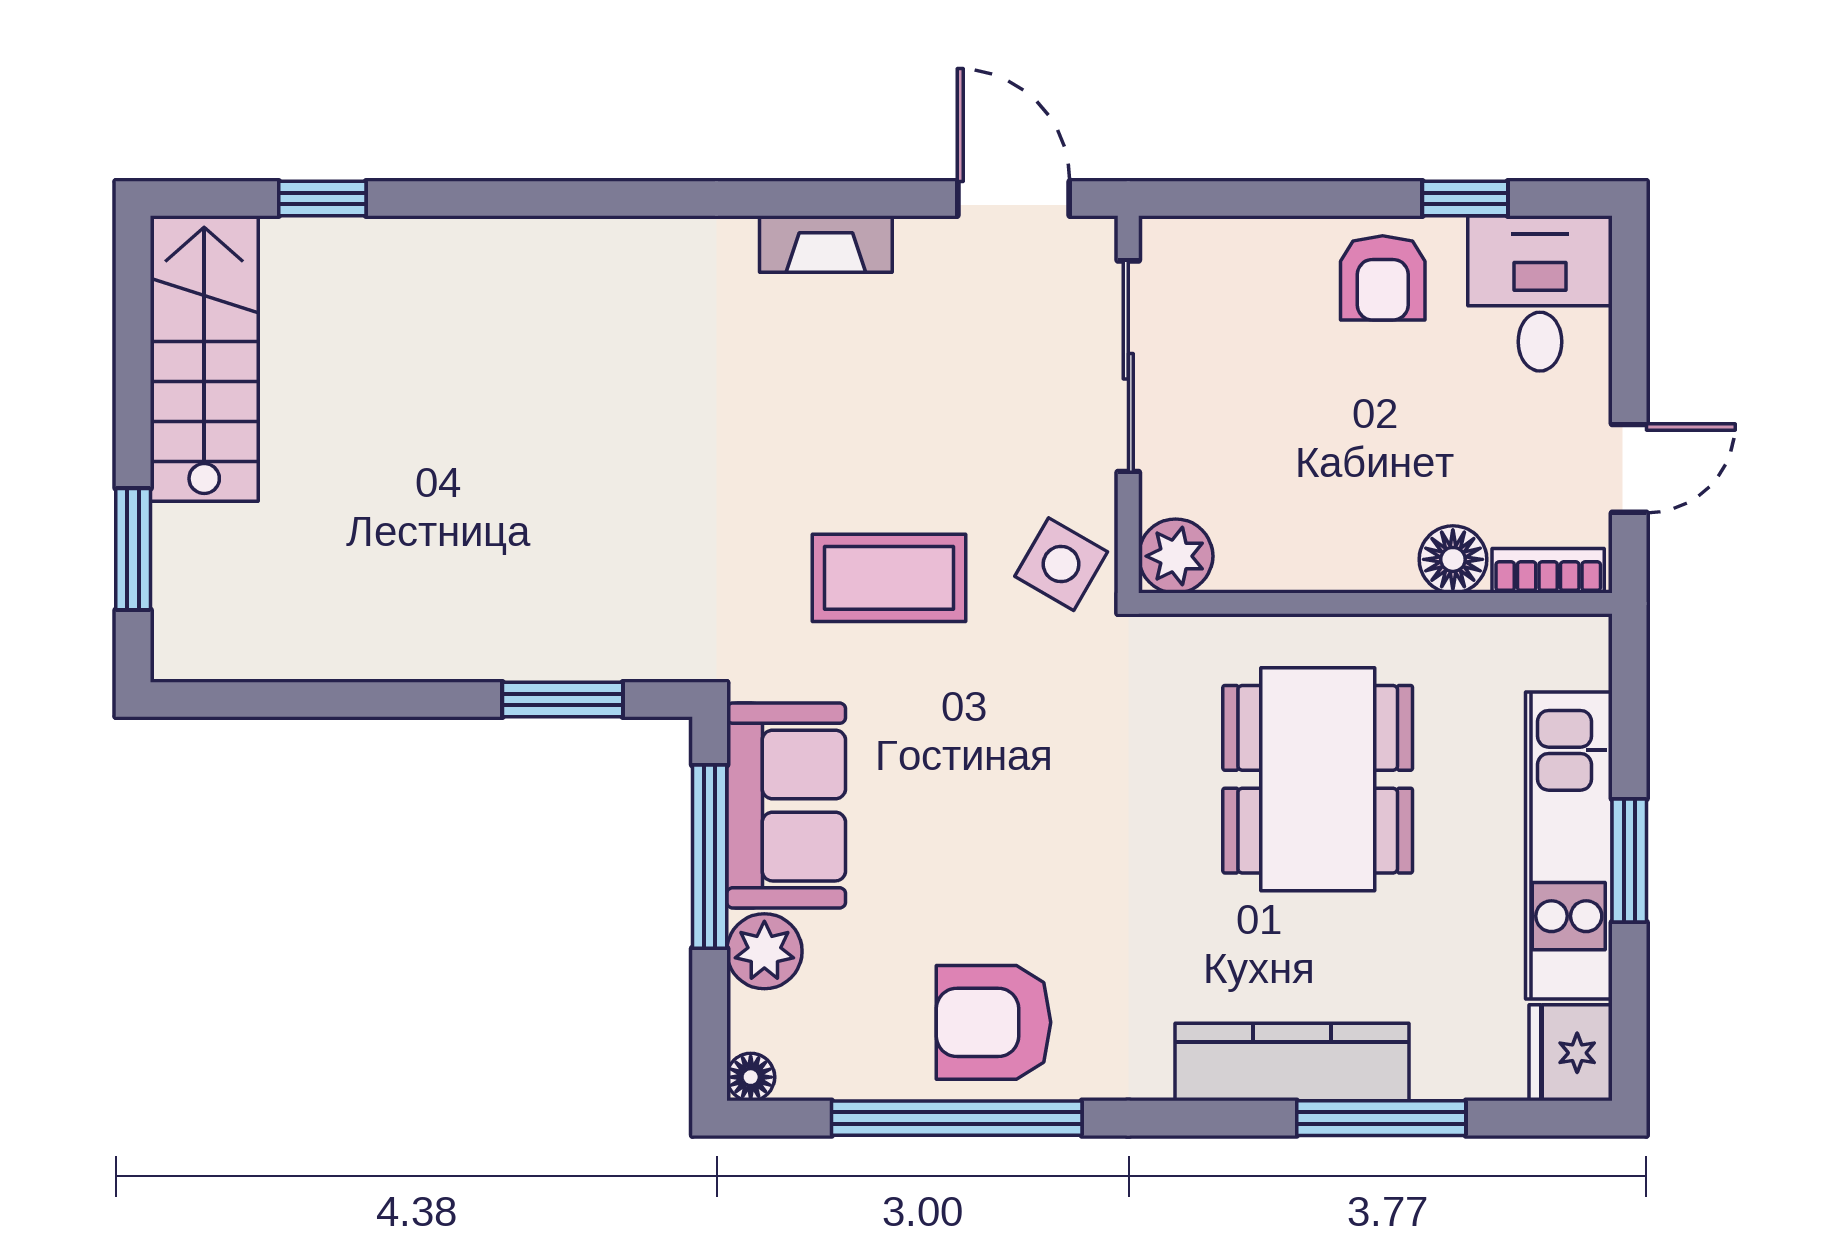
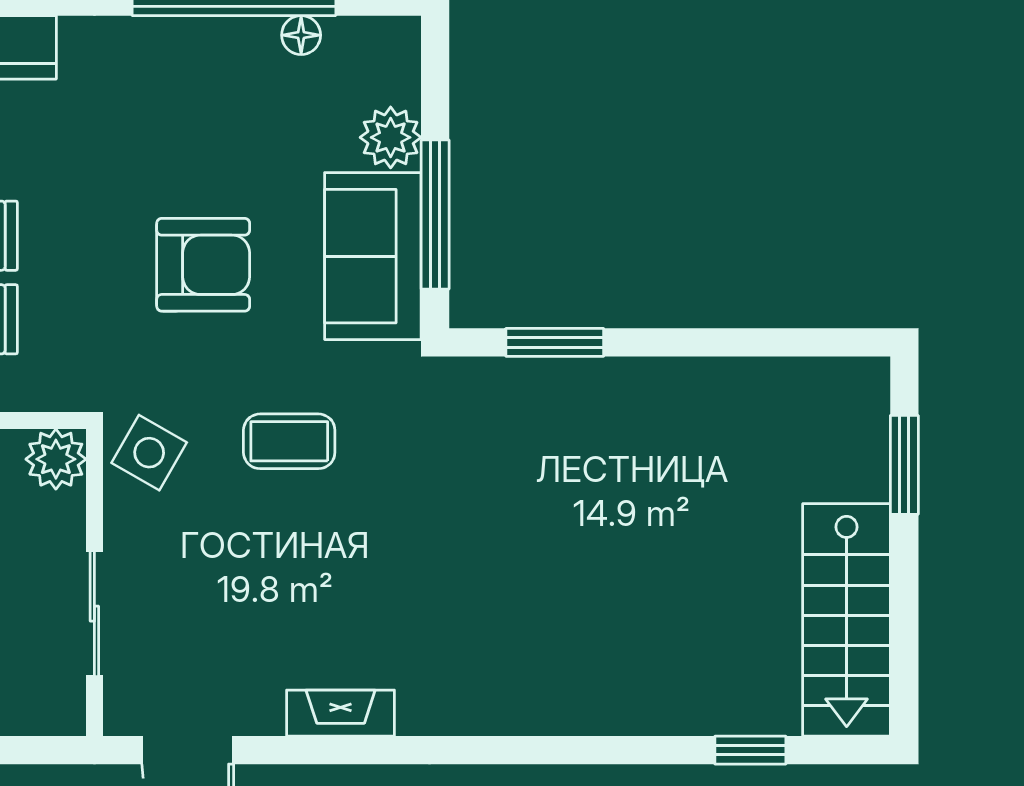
sliding door: (1128, 366) -> (94, 614), width x0.73
coffee table: (889, 578) -> (289, 441), width x0.73, depth x0.77
armchair: (994, 1022) -> (203, 265), moved
floor lamp: (751, 1077) -> (301, 35), moved

